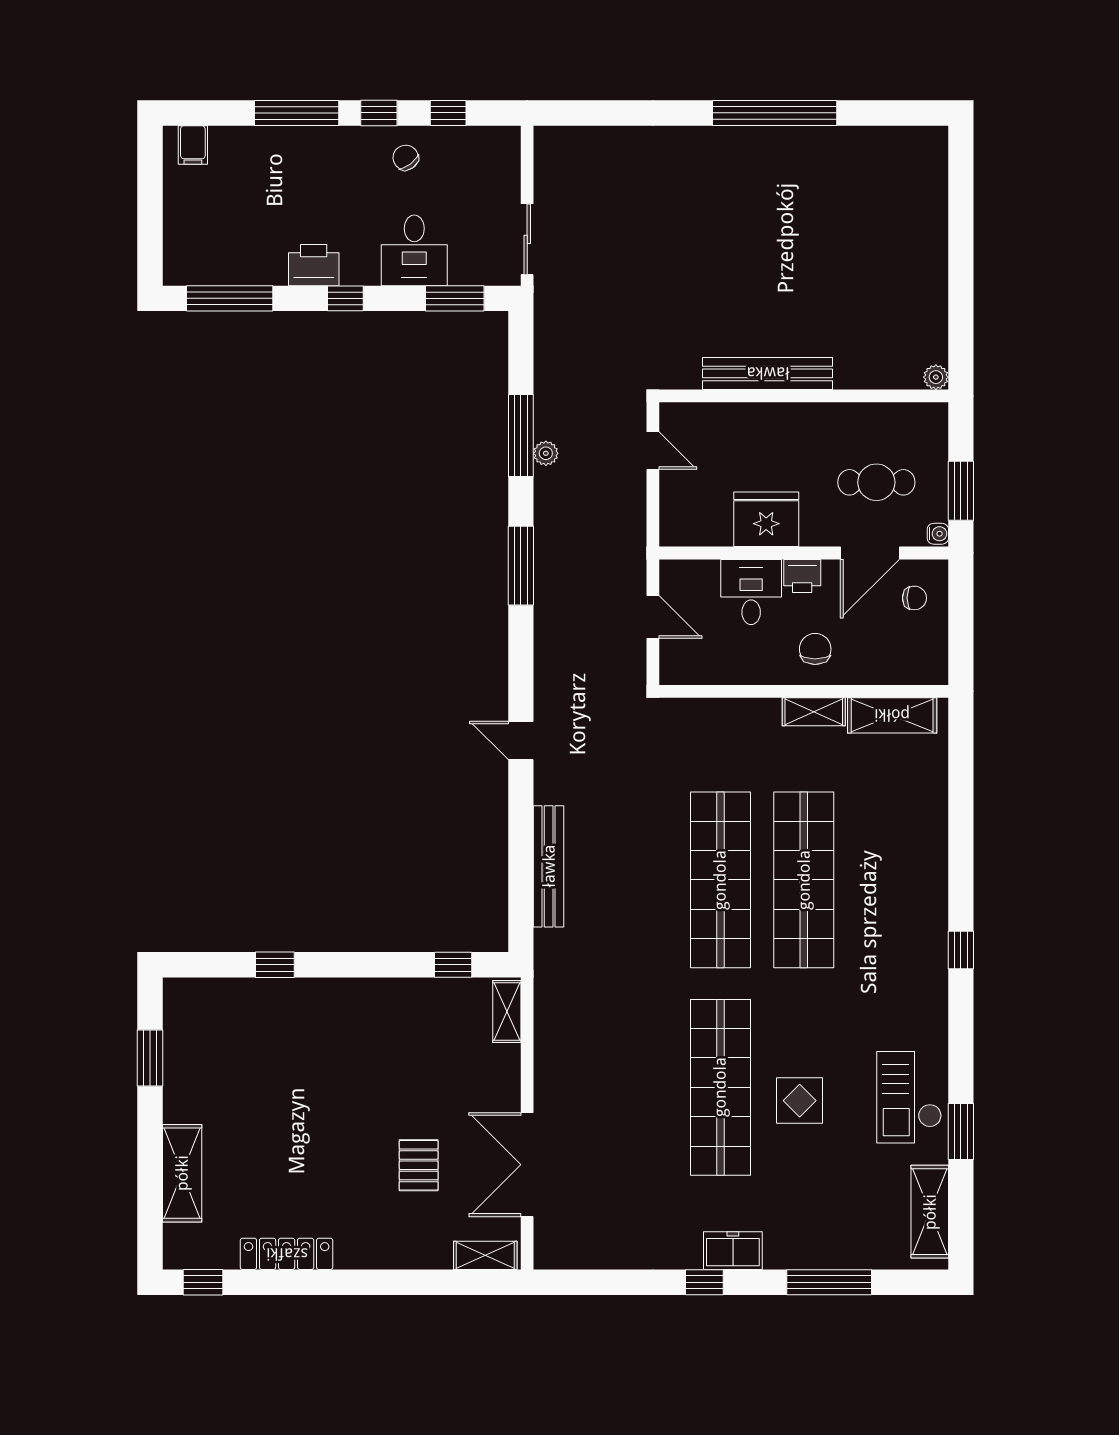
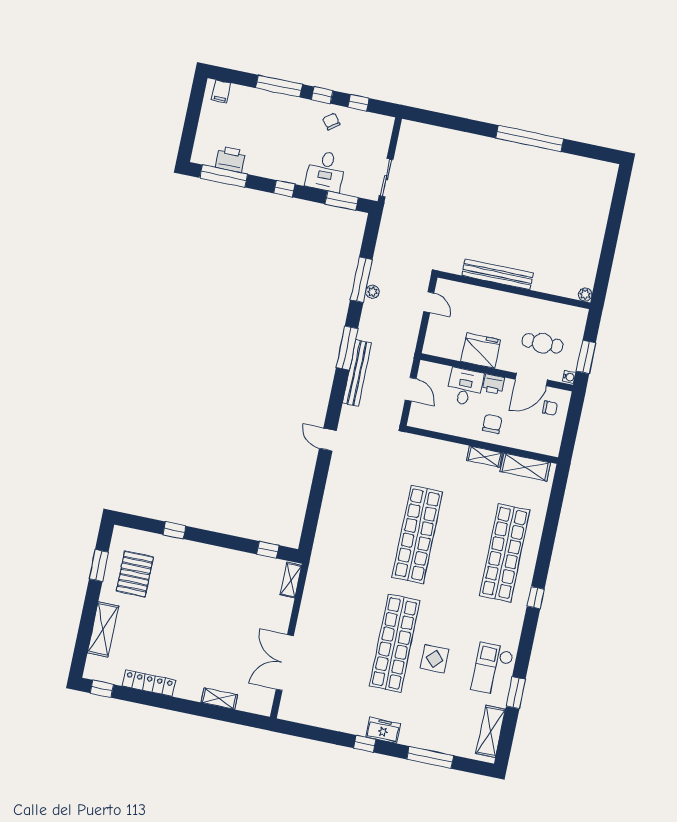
printer: (314, 265) -> (231, 159), moved
bench: (549, 866) -> (357, 373), moved
shop shelf: (804, 880) -> (505, 553), moved
pallet: (419, 1165) -> (135, 574), moved, width x1.50, depth x1.42
shelving: (485, 1255) -> (219, 699), moved

